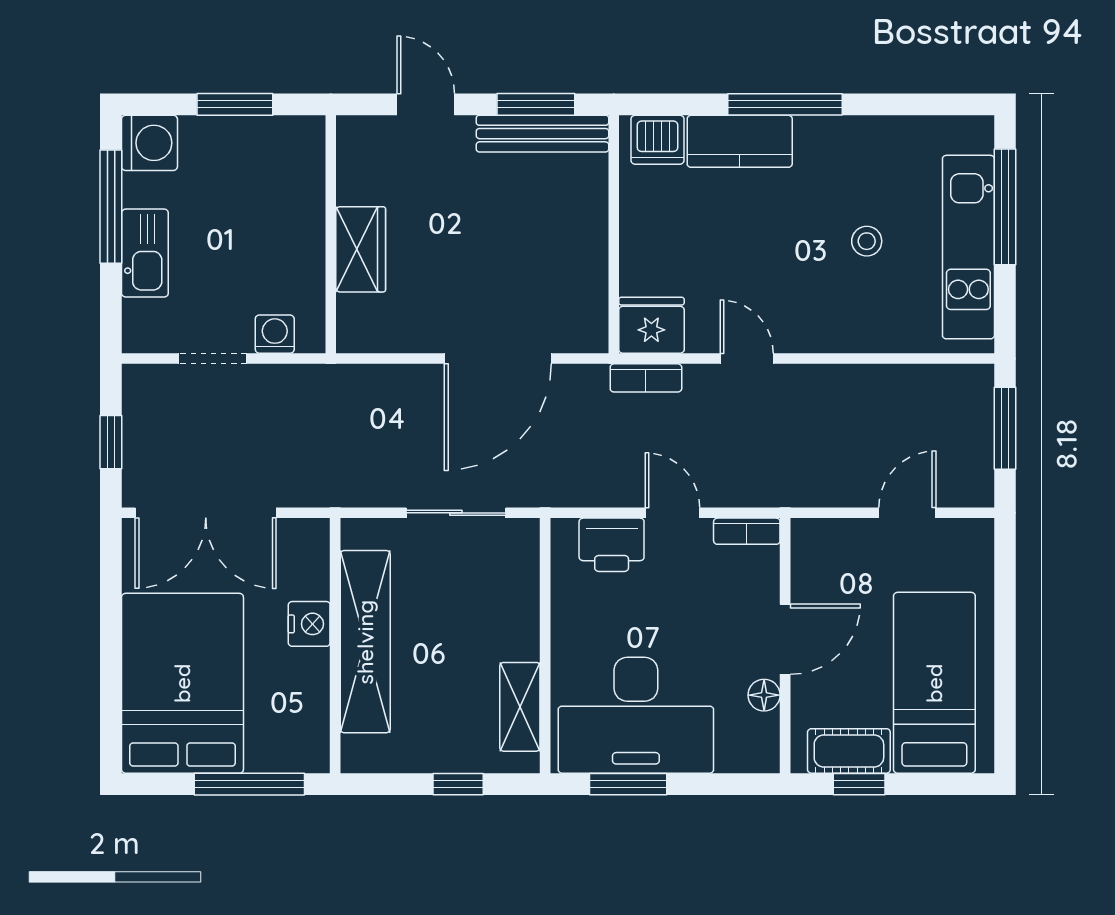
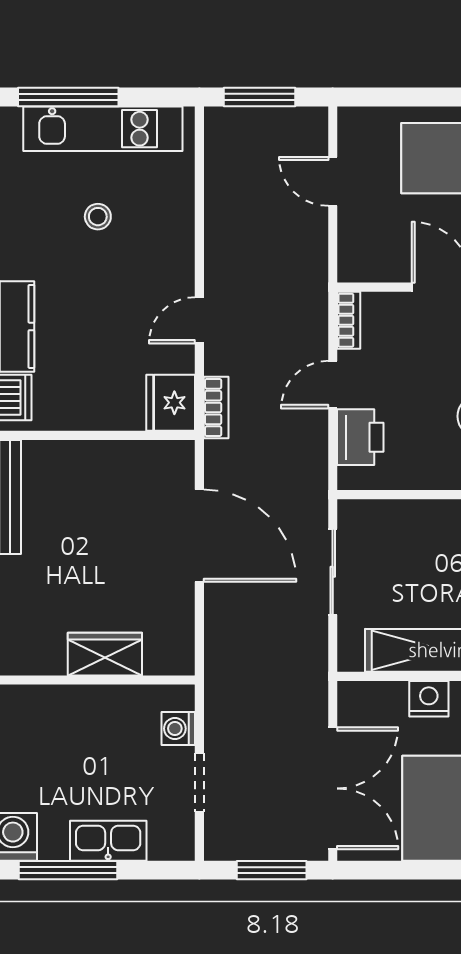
window: (111, 442) -> (272, 870), width x1.50

